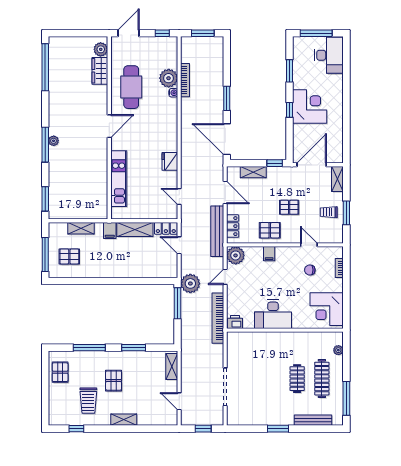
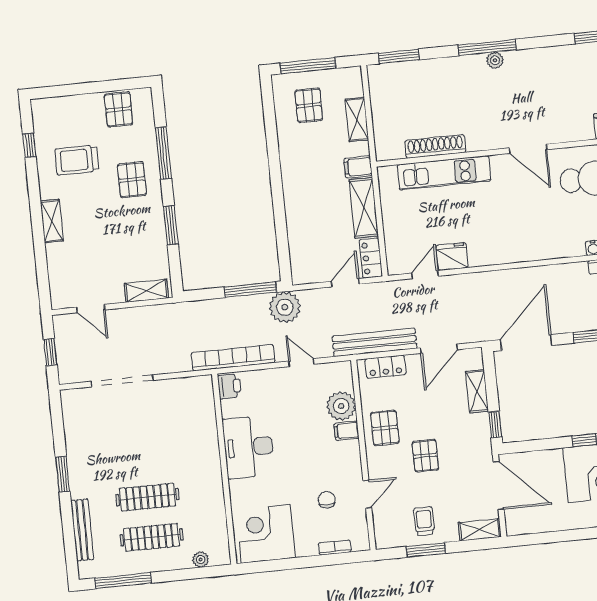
fridge: (170, 161) -> (452, 256), moved
shoe rack: (102, 182) -> (435, 146), added
plant: (236, 255) -> (341, 406), moved
pallet: (60, 372) -> (119, 109), turned 90
clothes rail: (297, 379) -> (147, 497), width x1.36
pallet: (114, 381) -> (132, 180), moved, turned 90
door: (179, 401) -> (91, 309), swing flipped

